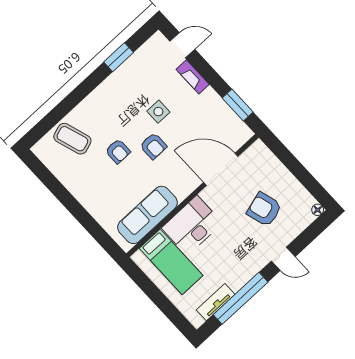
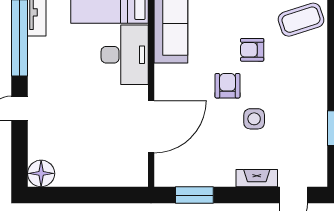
armchair: (153, 146) -> (227, 86), turned 90
armchair: (264, 209) -> (79, 133), removed
floor lamp: (318, 210) -> (41, 173), width x1.89, depth x1.89

